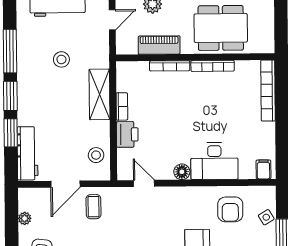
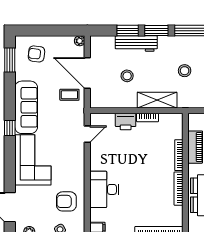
workbench: (28, 153) -> (136, 44), moved
stool: (96, 155) -> (127, 76), moved
floor lamp: (182, 172) -> (96, 164), removed
door: (65, 184) -> (87, 73), width x1.36
plant: (25, 218) -> (80, 41), moved

